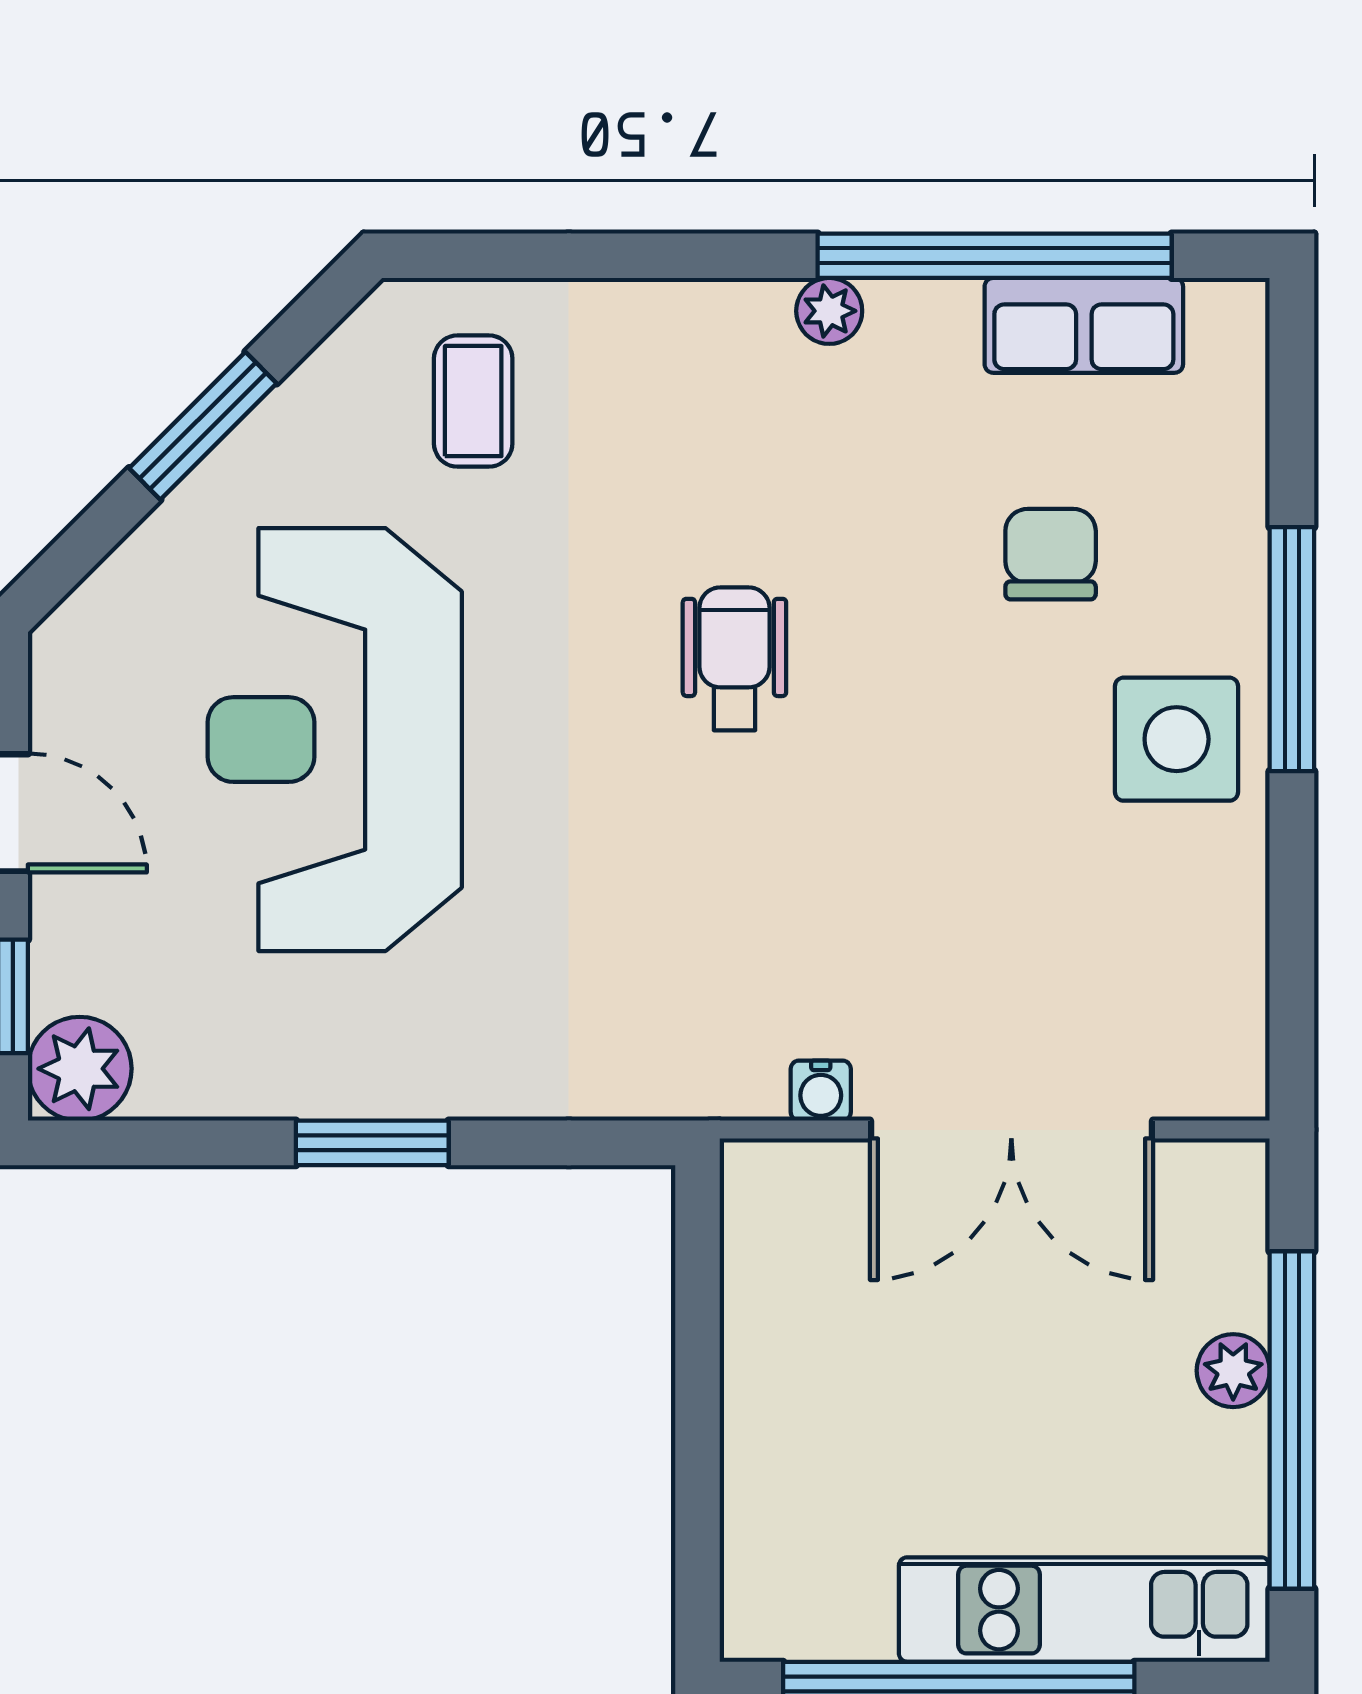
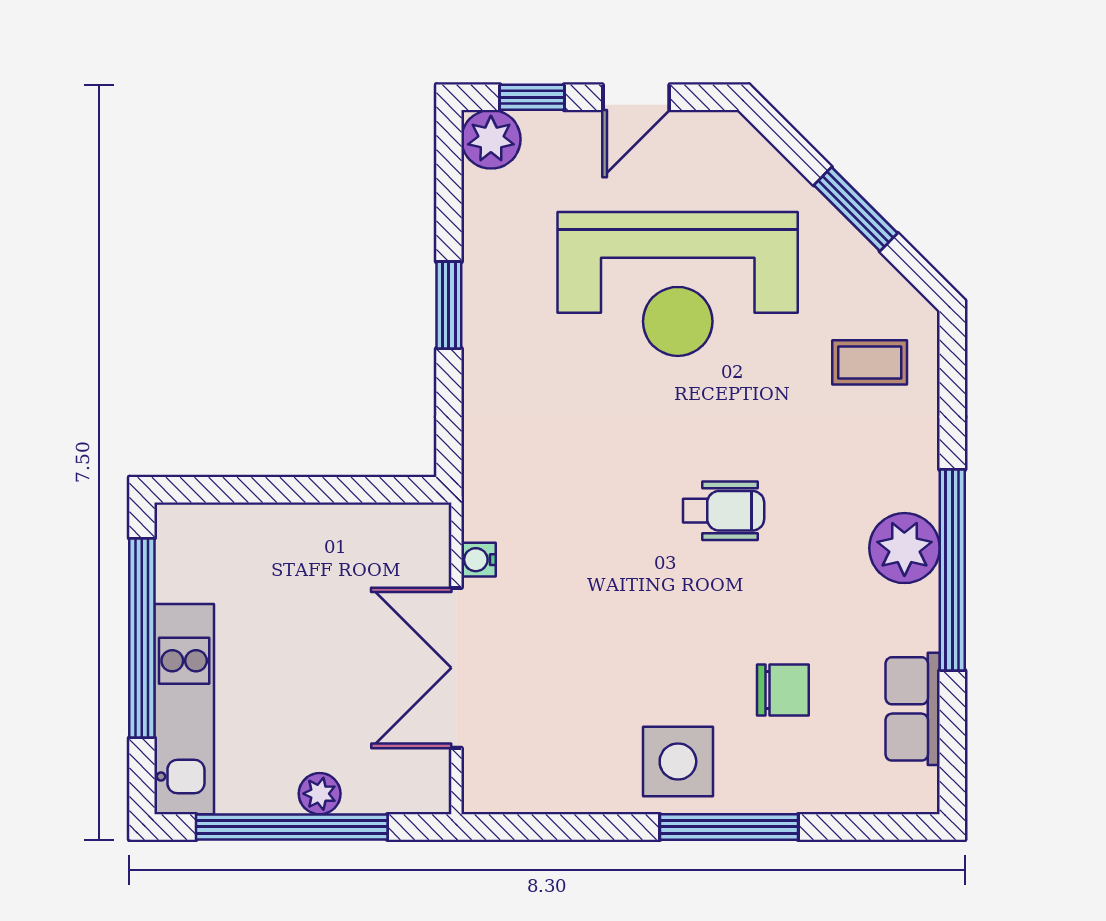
window: (995, 256) -> (952, 570), moved
plant: (829, 311) -> (904, 548), width x1.88, depth x1.88
reception desk: (335, 740) -> (678, 284), turned 180

